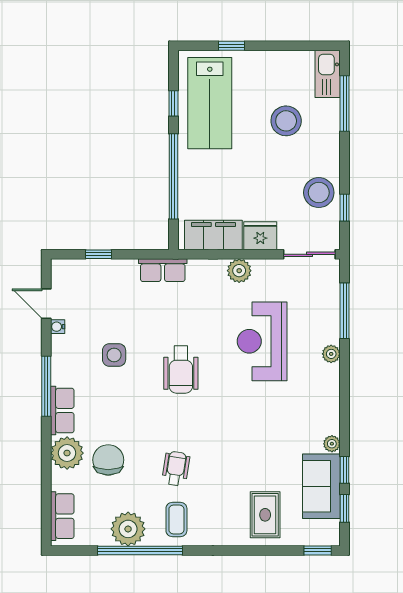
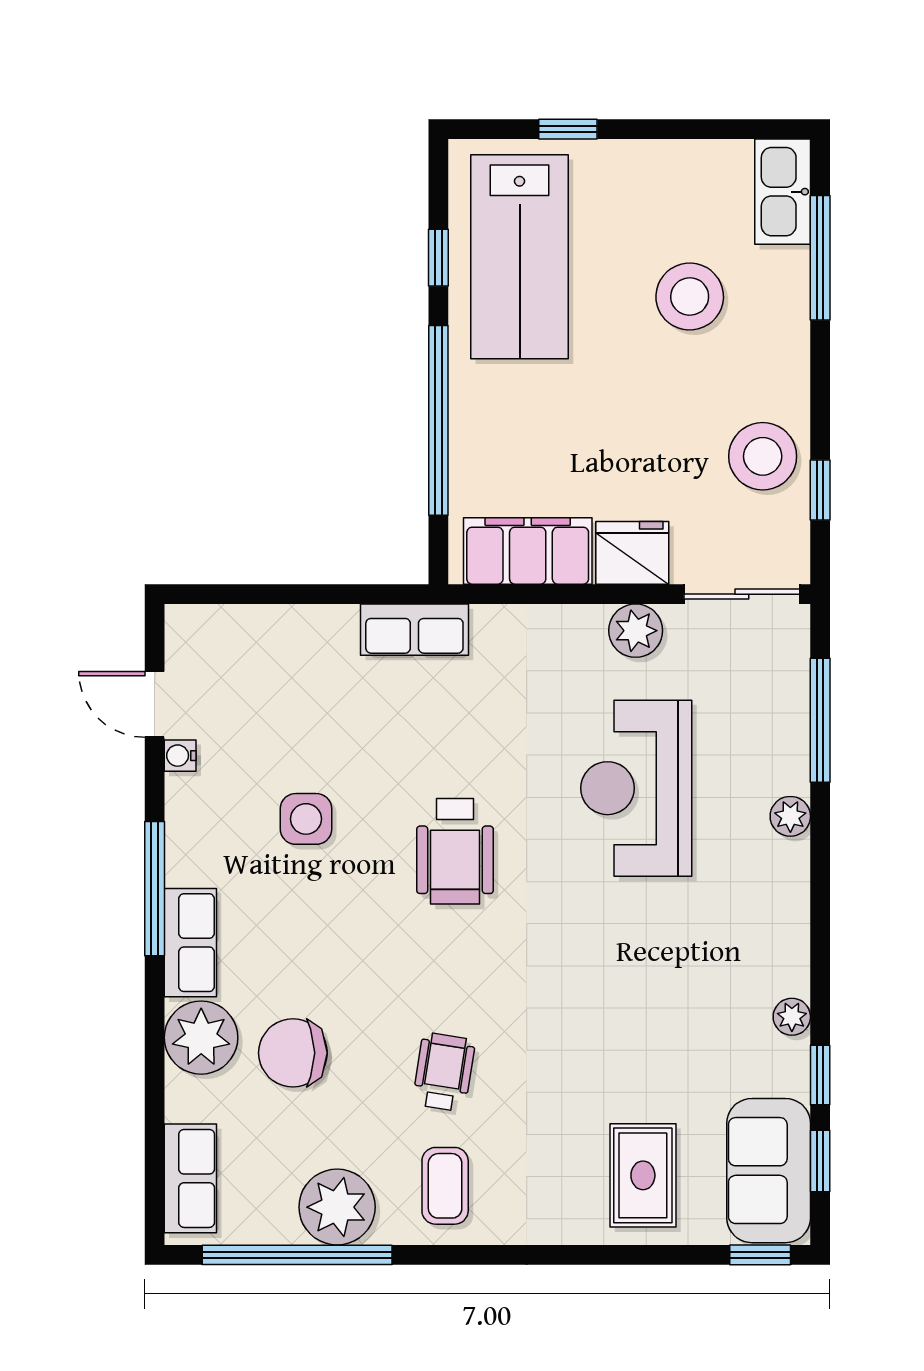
window: (98, 254) -> (271, 594), removed
plant: (239, 271) -> (636, 631), moved
chair: (108, 460) -> (293, 1053), turned -90
sofa: (321, 486) -> (769, 1171), moved
window: (140, 550) -> (297, 1255), moved

